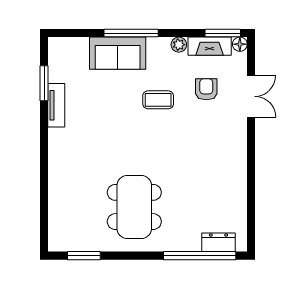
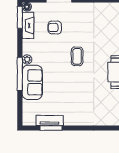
plant: (179, 45) -> (27, 59), moved
coffee table: (158, 100) -> (77, 56), moved
tv unit: (56, 105) -> (50, 120), moved

